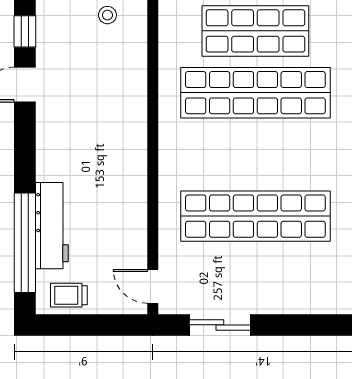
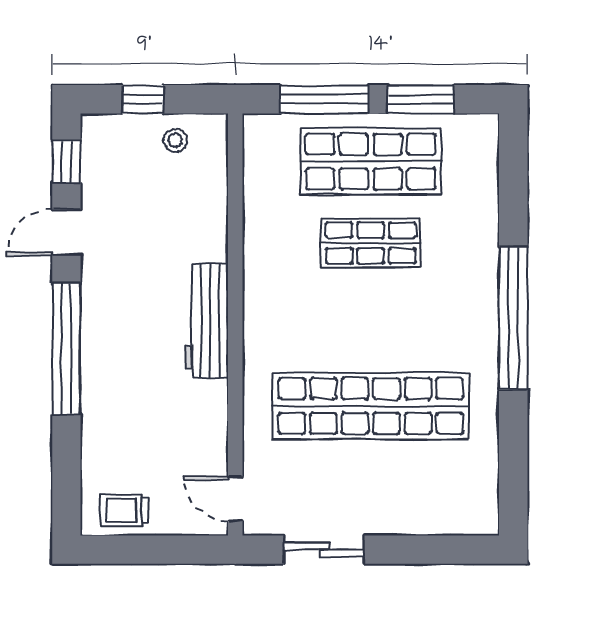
shop shelf: (255, 93) -> (371, 243), width x0.50, depth x0.74
workbench: (52, 226) -> (207, 321), moved, turned 180
window: (25, 243) -> (66, 349), moved

